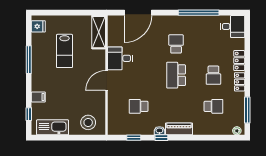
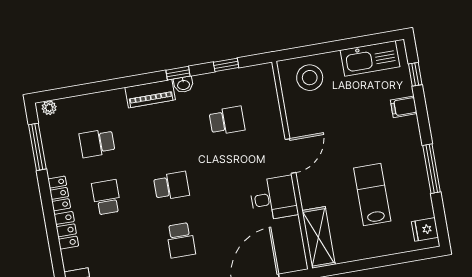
school desk: (176, 75) -> (171, 186), width x0.54

